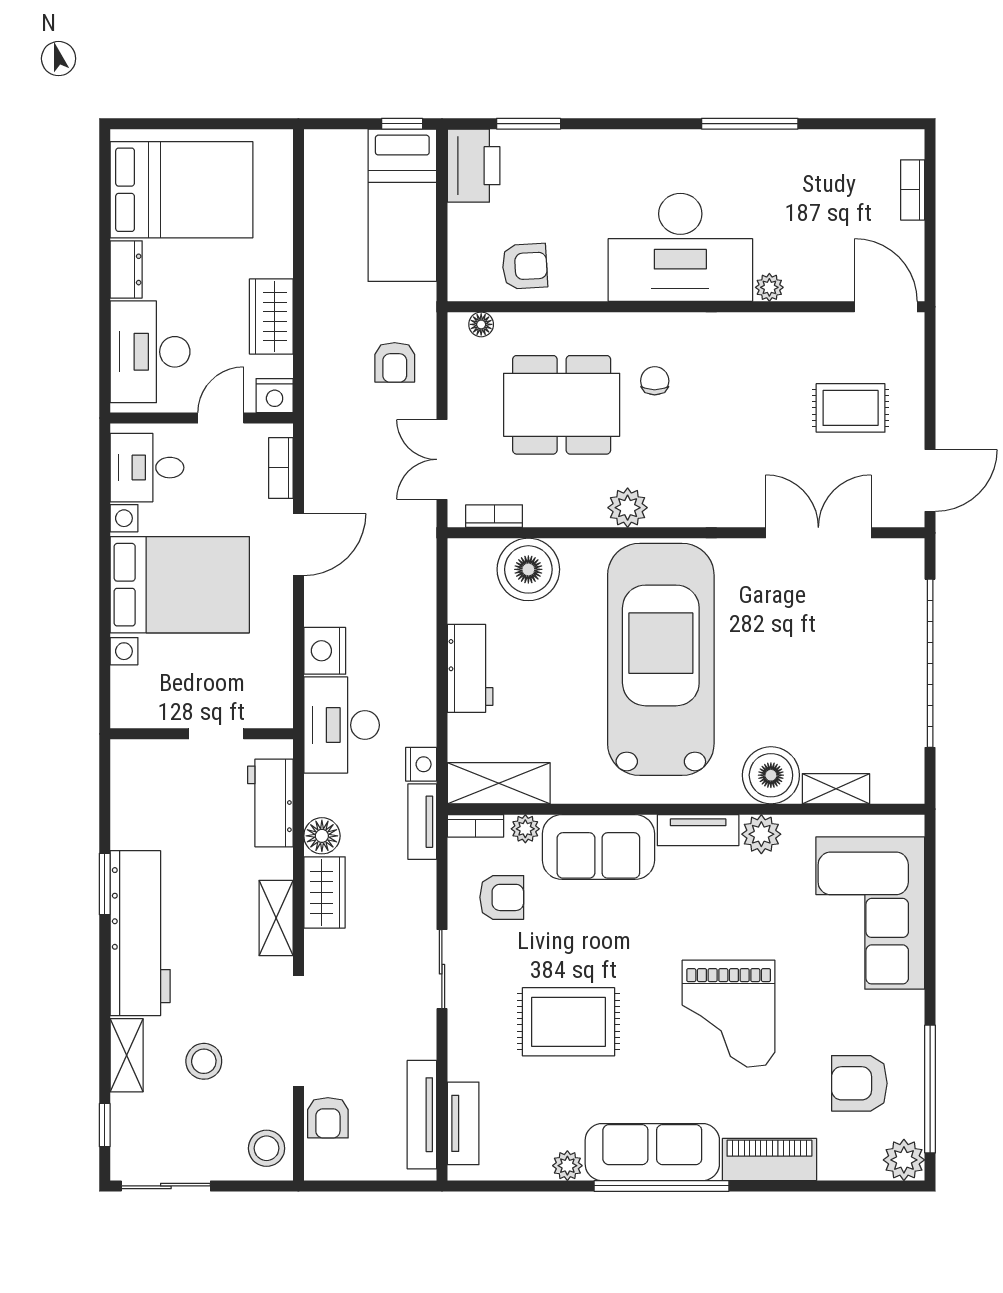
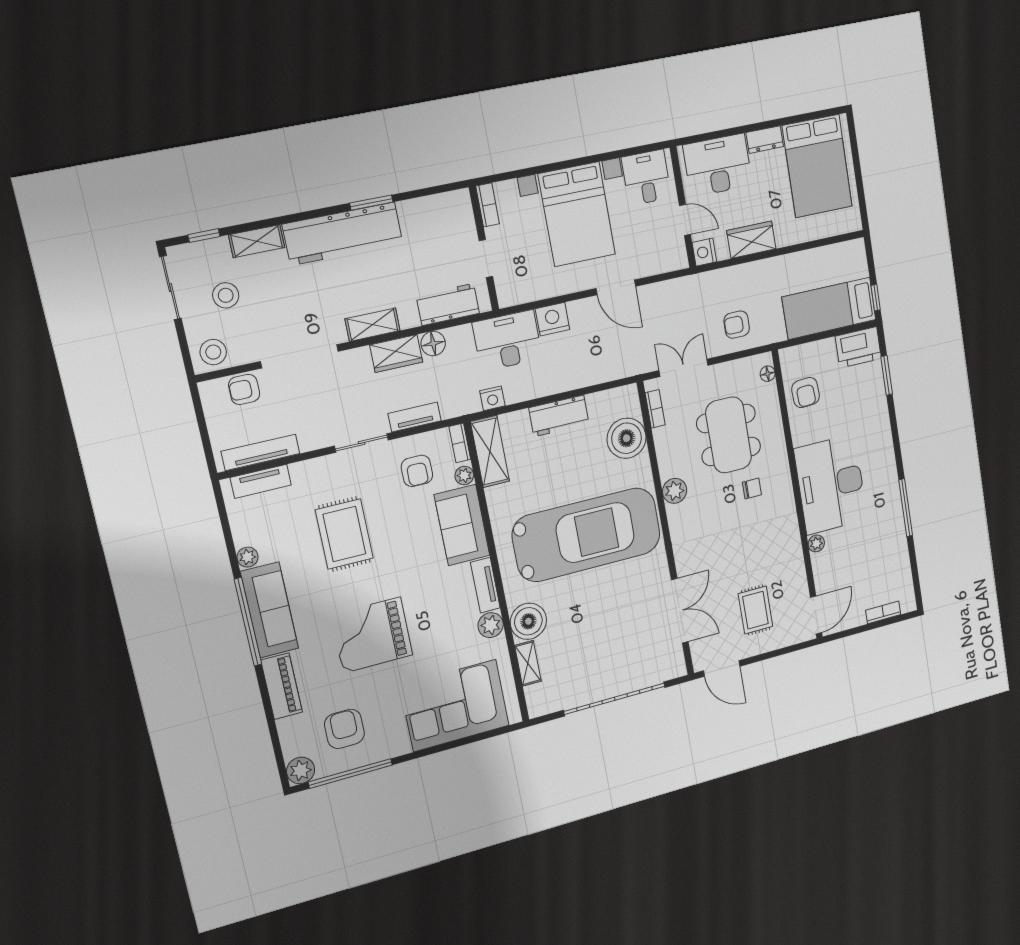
bookcase: (281, 468) -> (488, 205), moved, turned 90
tv unit: (422, 822) -> (415, 417), moved
stool: (204, 1061) -> (226, 295), moved

